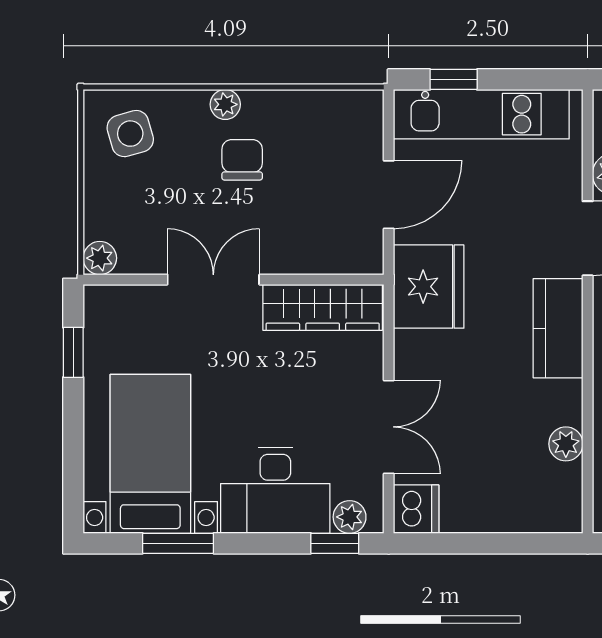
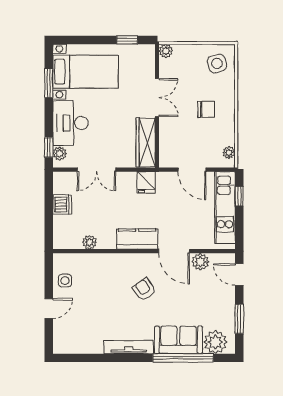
plant: (225, 104) -> (229, 153), moved
fridge: (429, 287) -> (146, 182), width x0.53, depth x0.75
dishwasher: (416, 509) -> (62, 204), moved, turned -90

